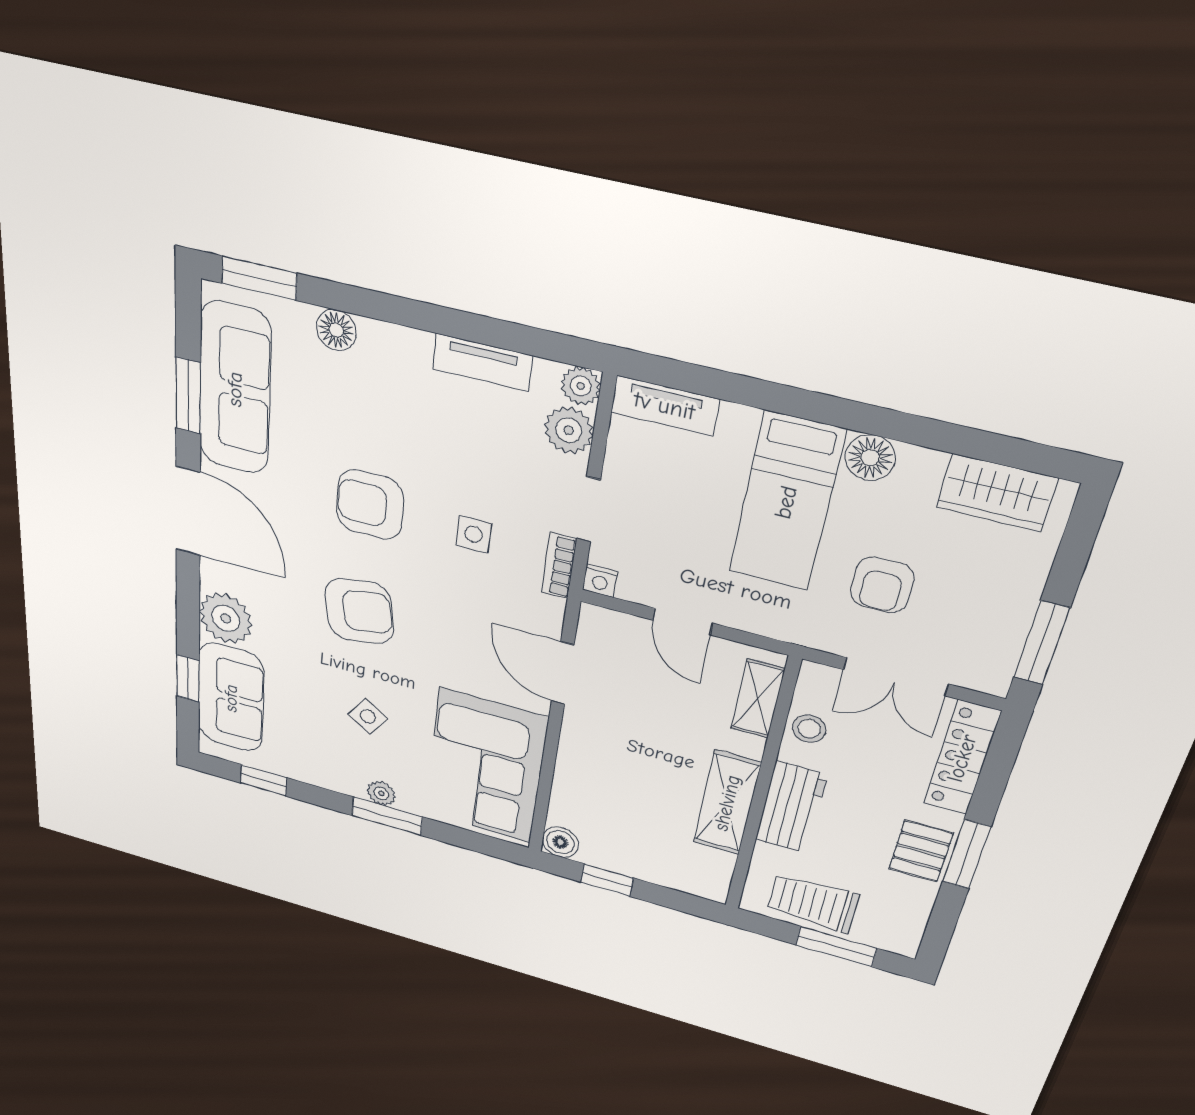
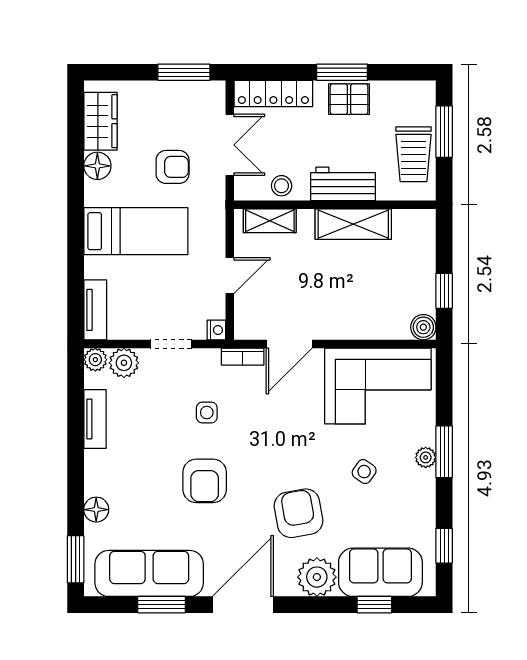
floor lamp: (870, 458) -> (97, 166), moved
bookcase: (559, 566) -> (243, 357), moved
armchair: (359, 611) -> (298, 513), moved

